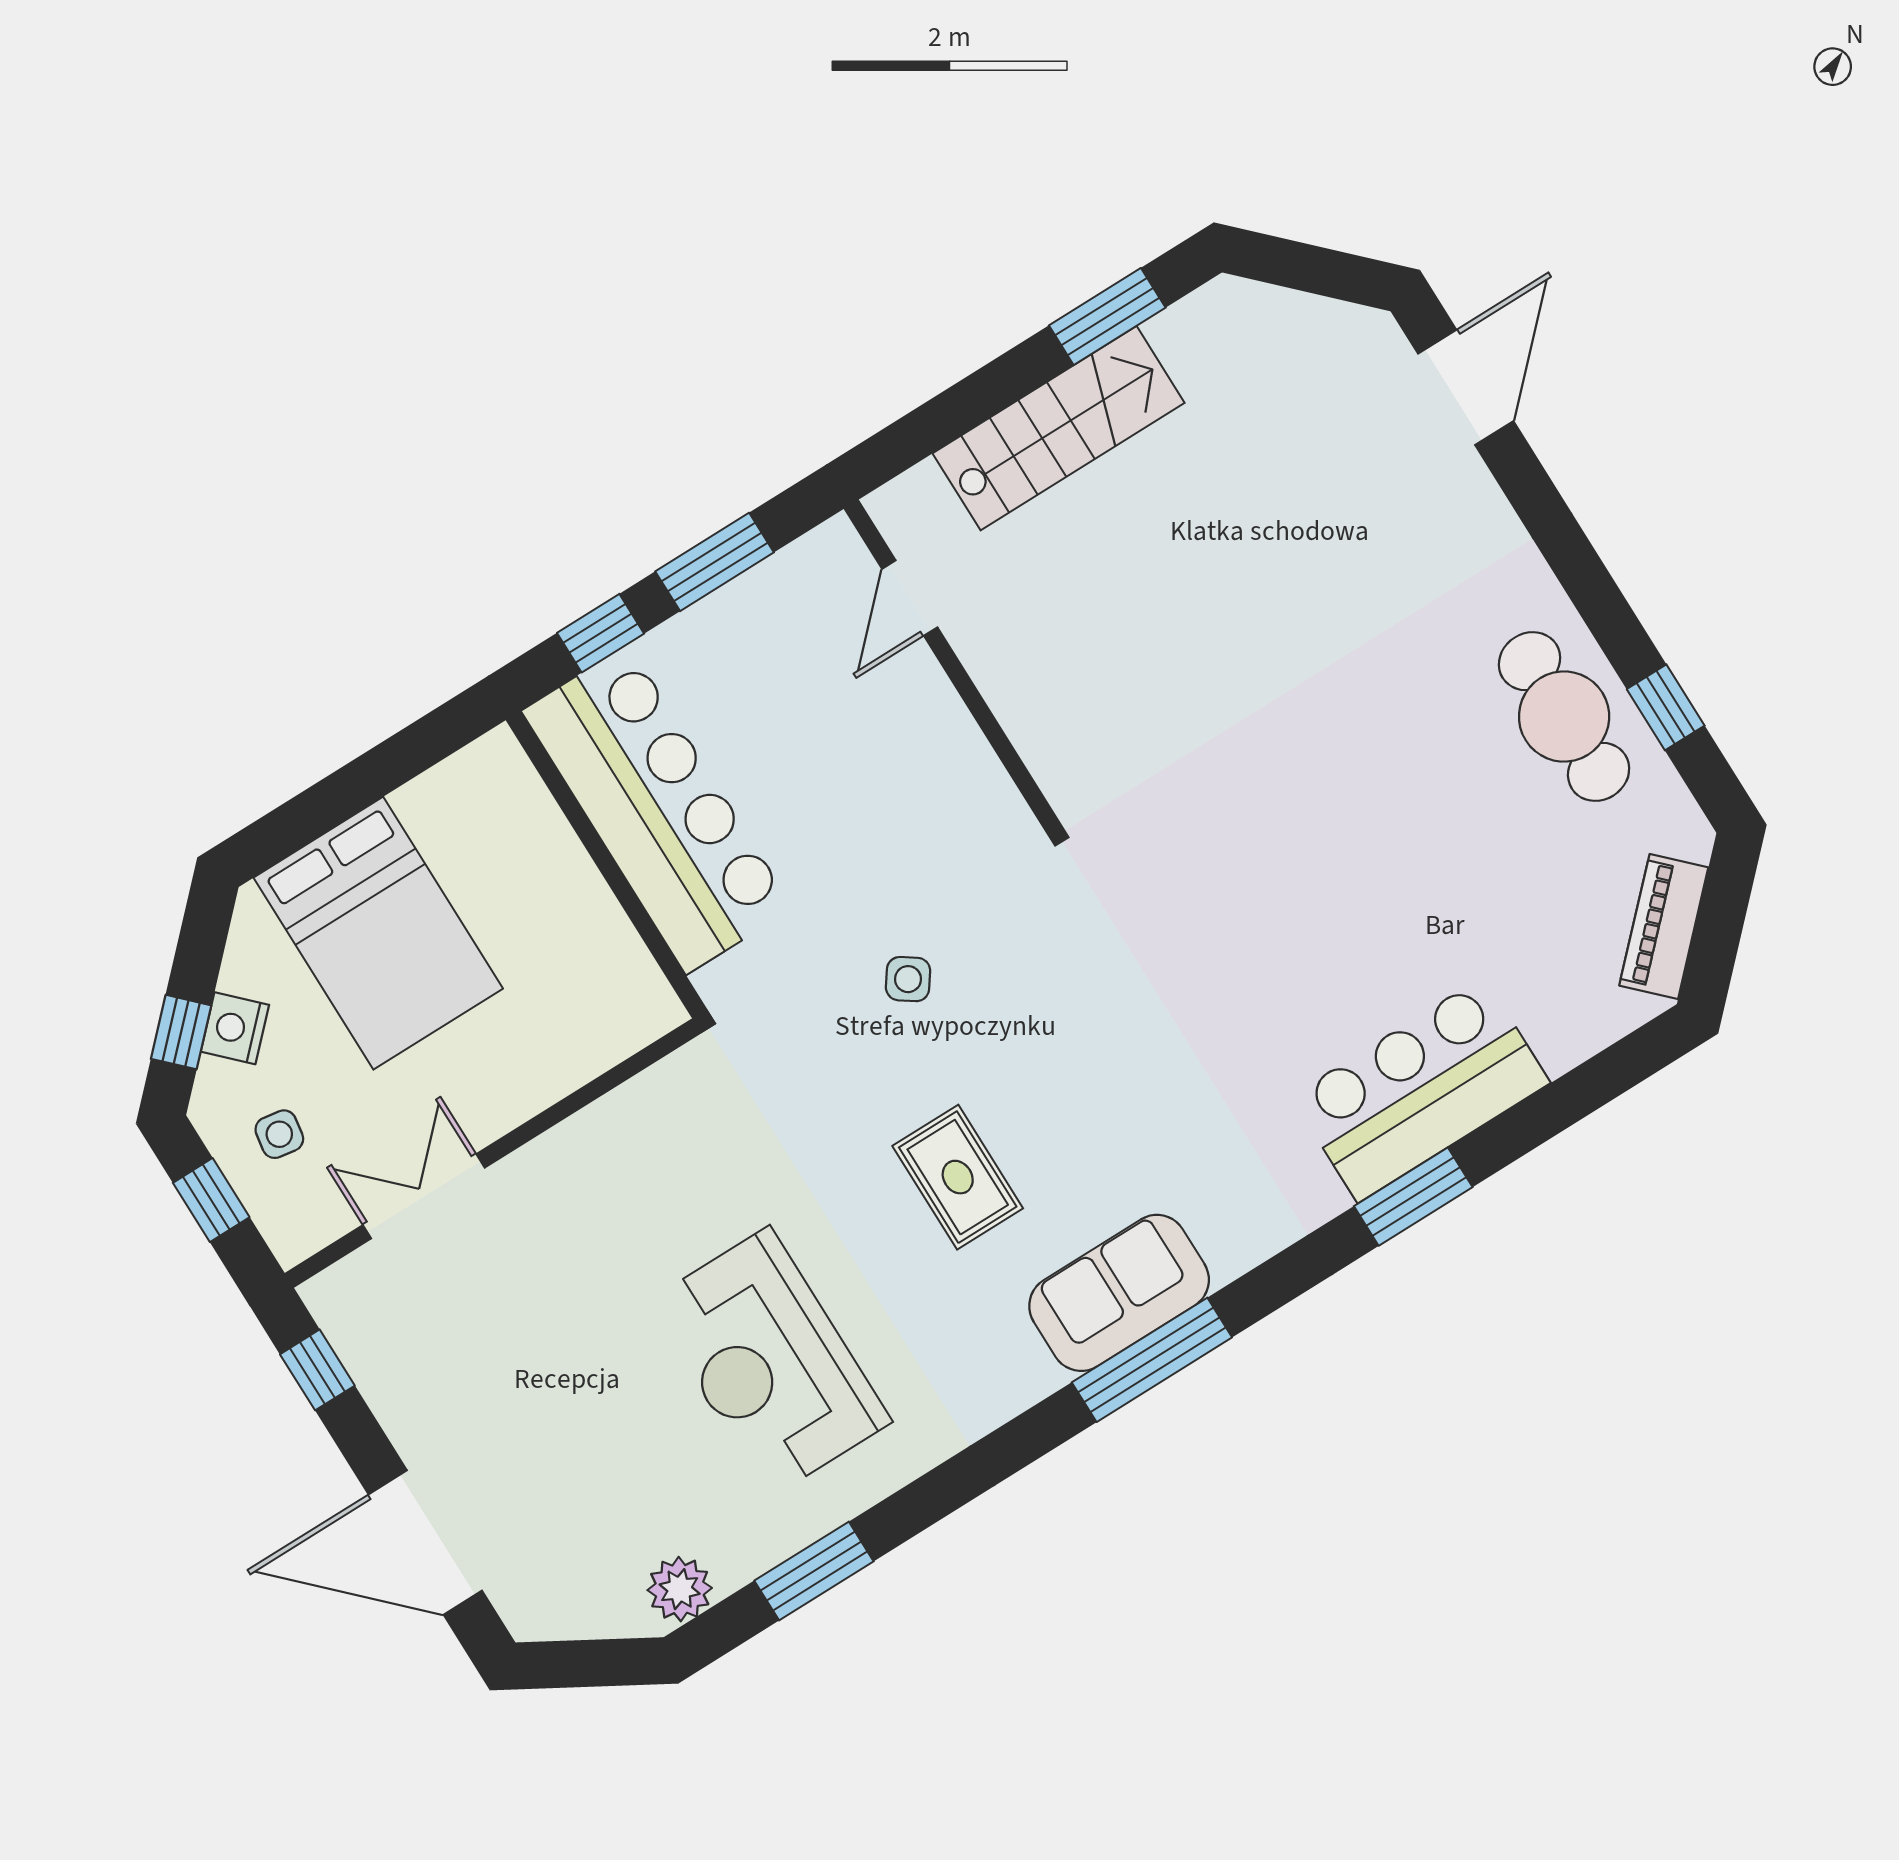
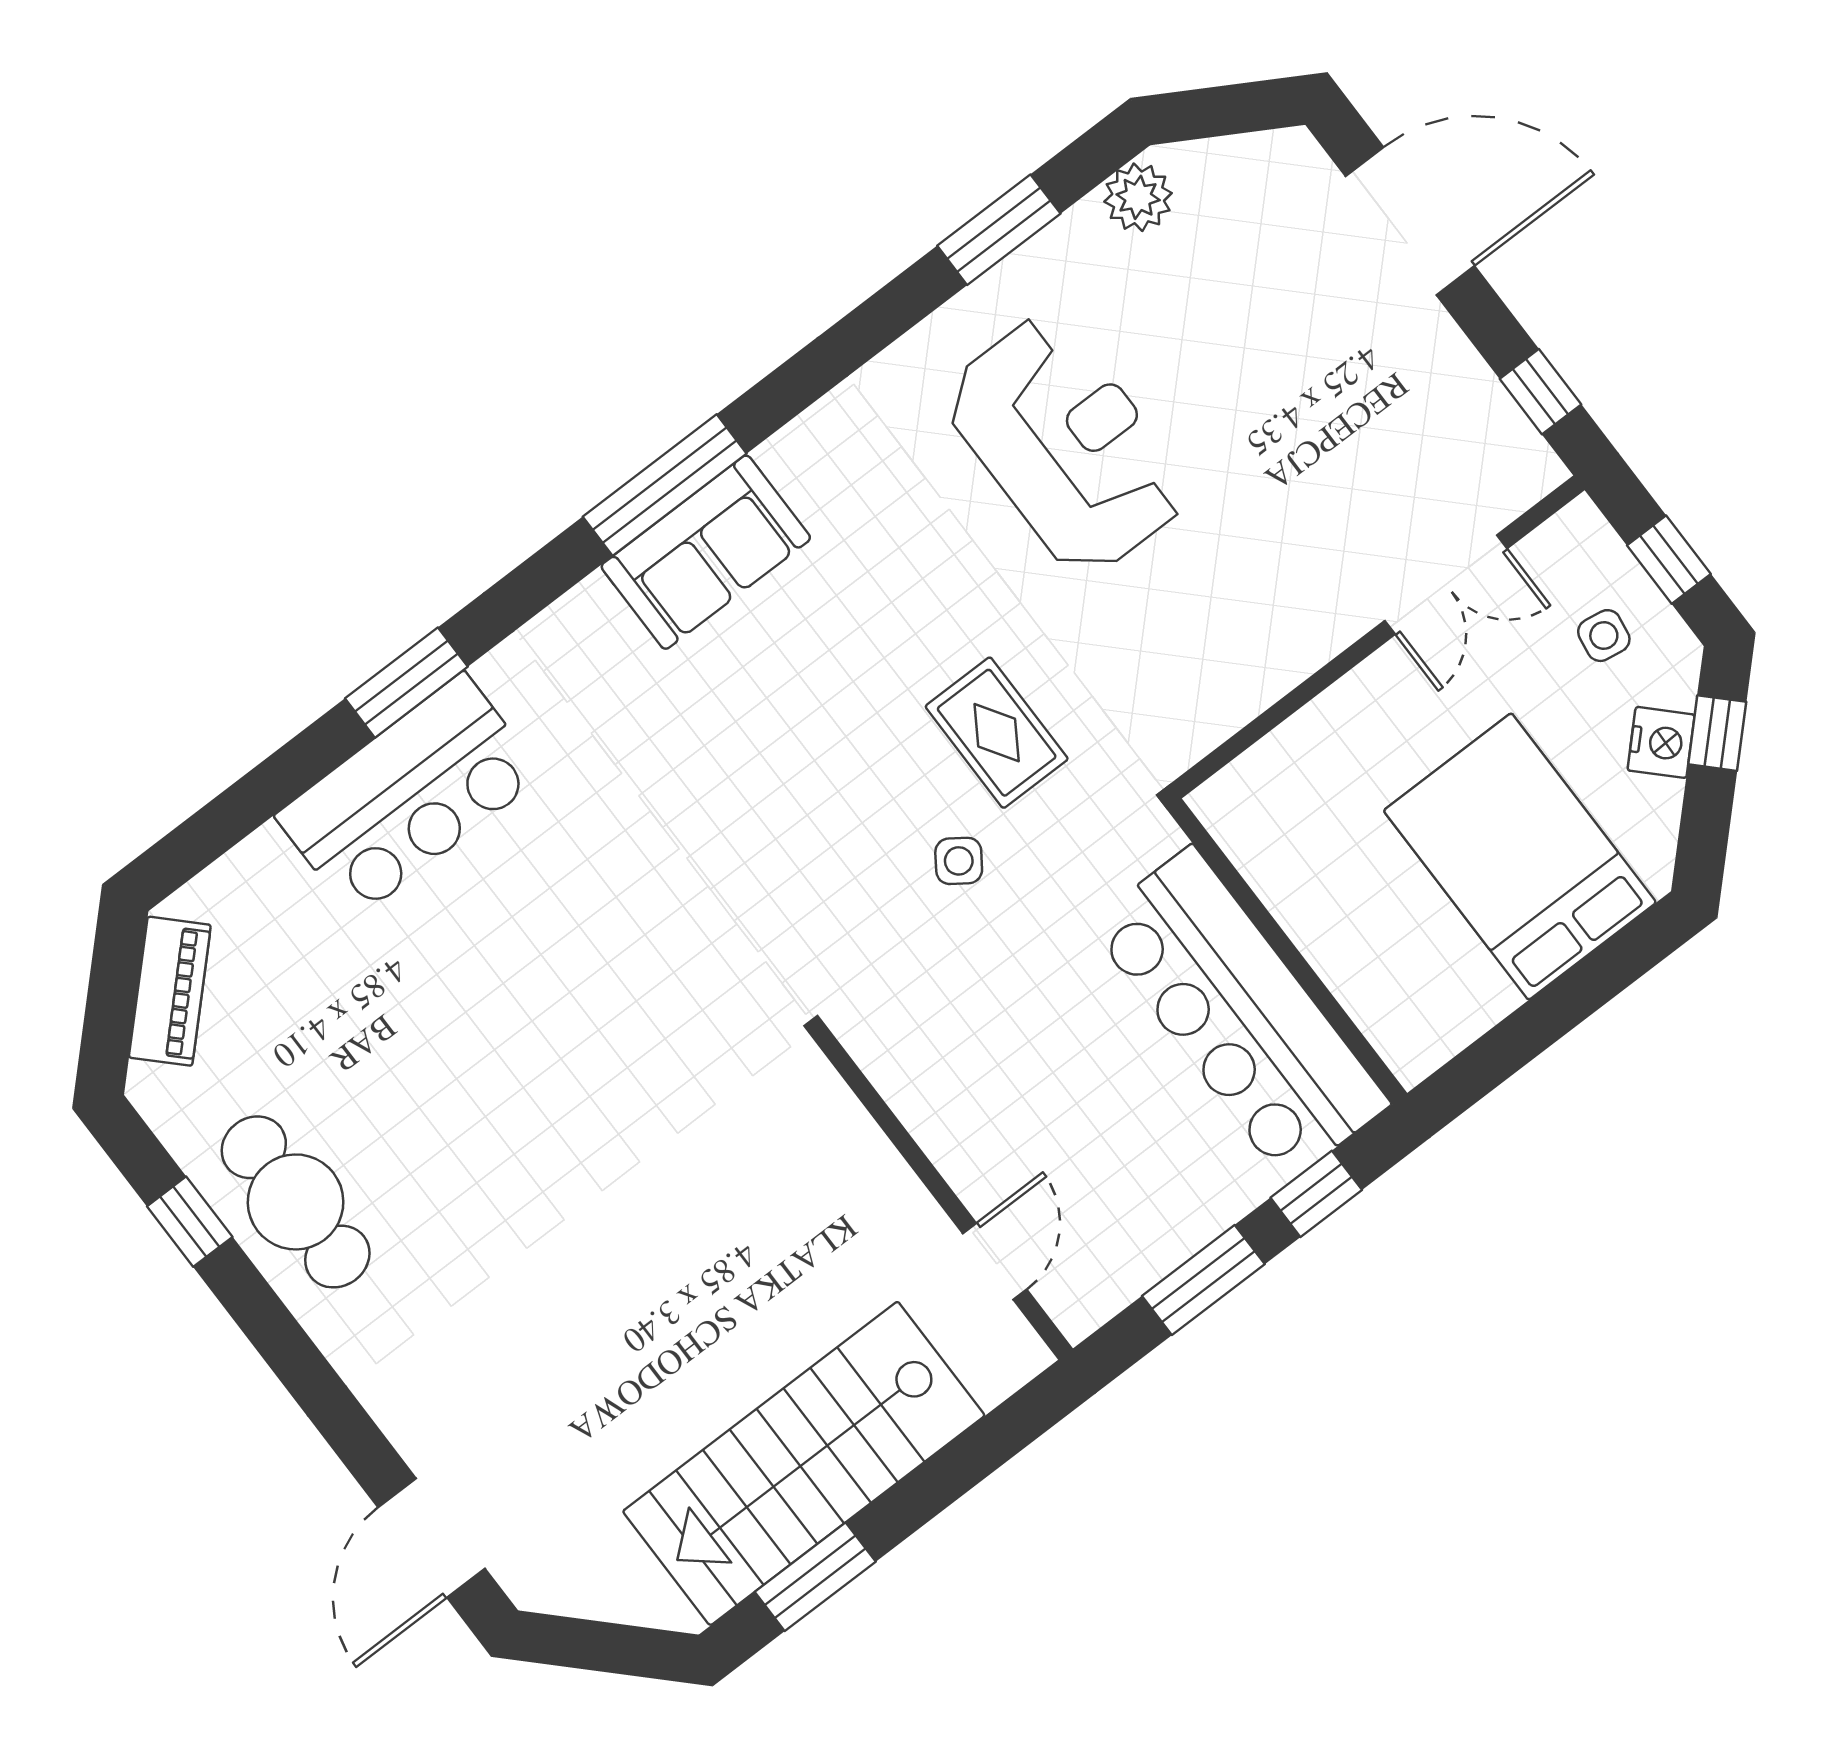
stairs: (1059, 428) -> (804, 1463), width x1.36, depth x1.51
rug: (958, 1177) -> (997, 733), moved

